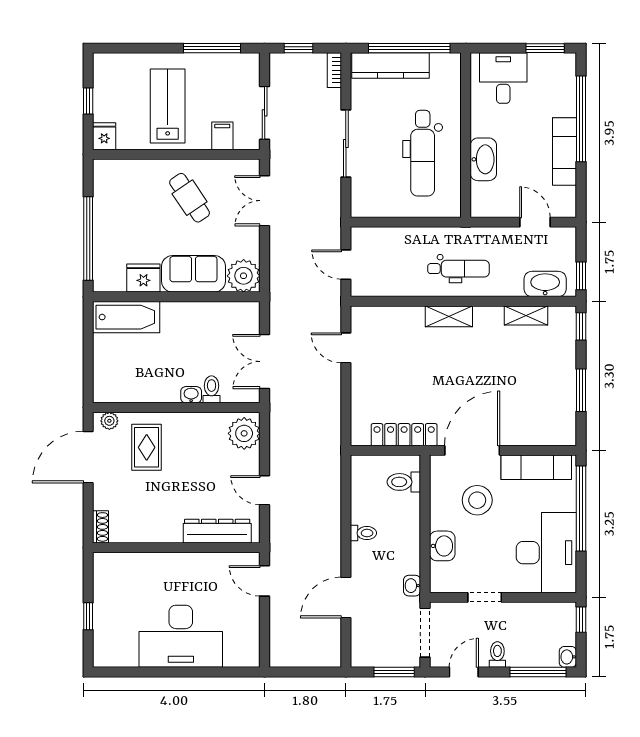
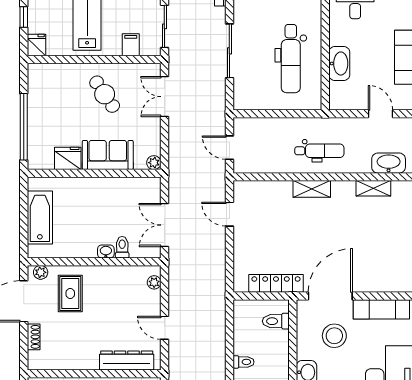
plant: (244, 276) -> (154, 163), width x0.53, depth x0.53
bathtub: (126, 317) -> (40, 218), moved, turned -90
plant: (244, 433) -> (154, 282), width x0.53, depth x0.53
shoe rack: (101, 527) -> (34, 337), moved

